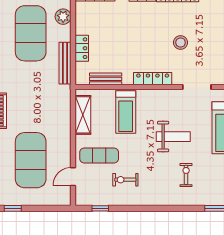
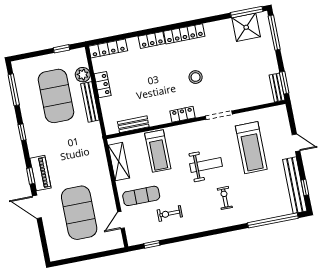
locker: (82, 48) -> (103, 85), moved
bench: (65, 63) -> (90, 102), moved
locker: (153, 79) -> (183, 114), width x0.66
window: (13, 208) -> (71, 260), removed

